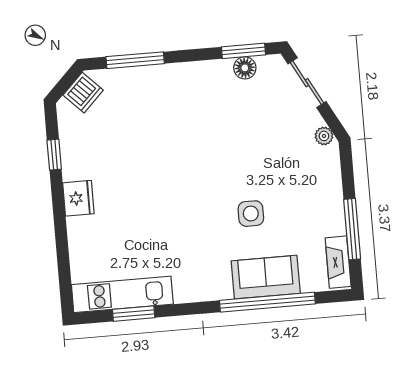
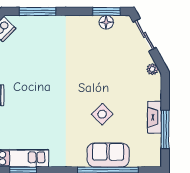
side table: (251, 214) -> (102, 114), turned 45
fireplace: (338, 262) -> (154, 117), moved

